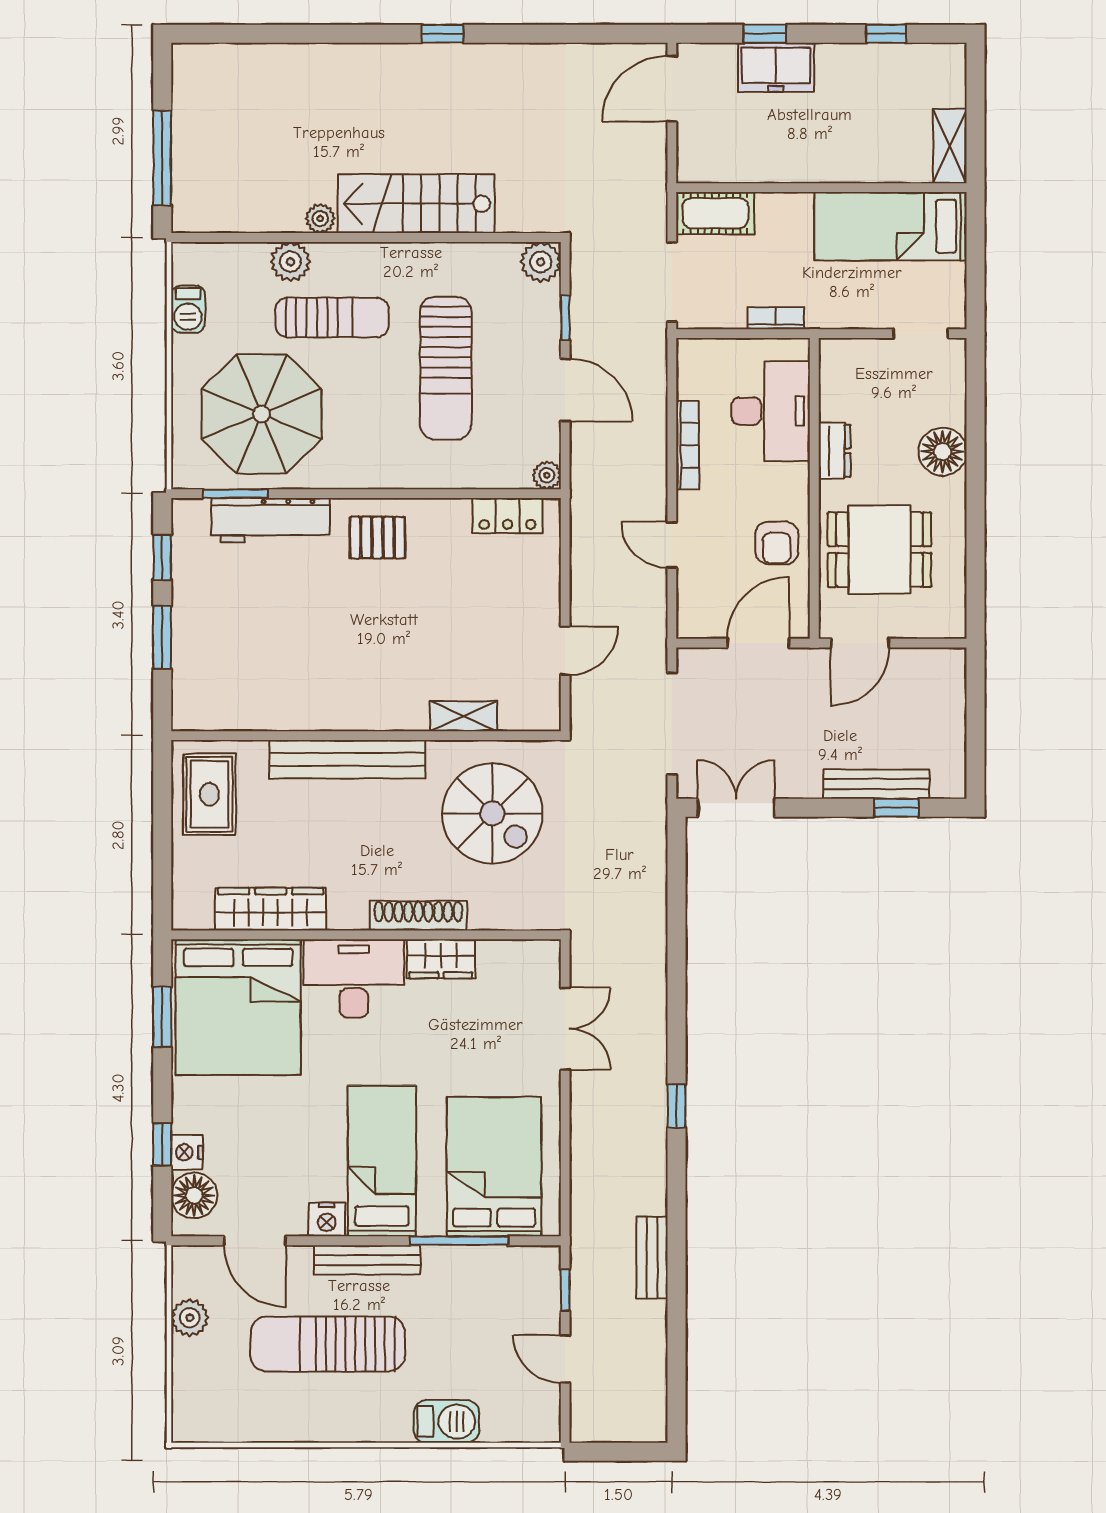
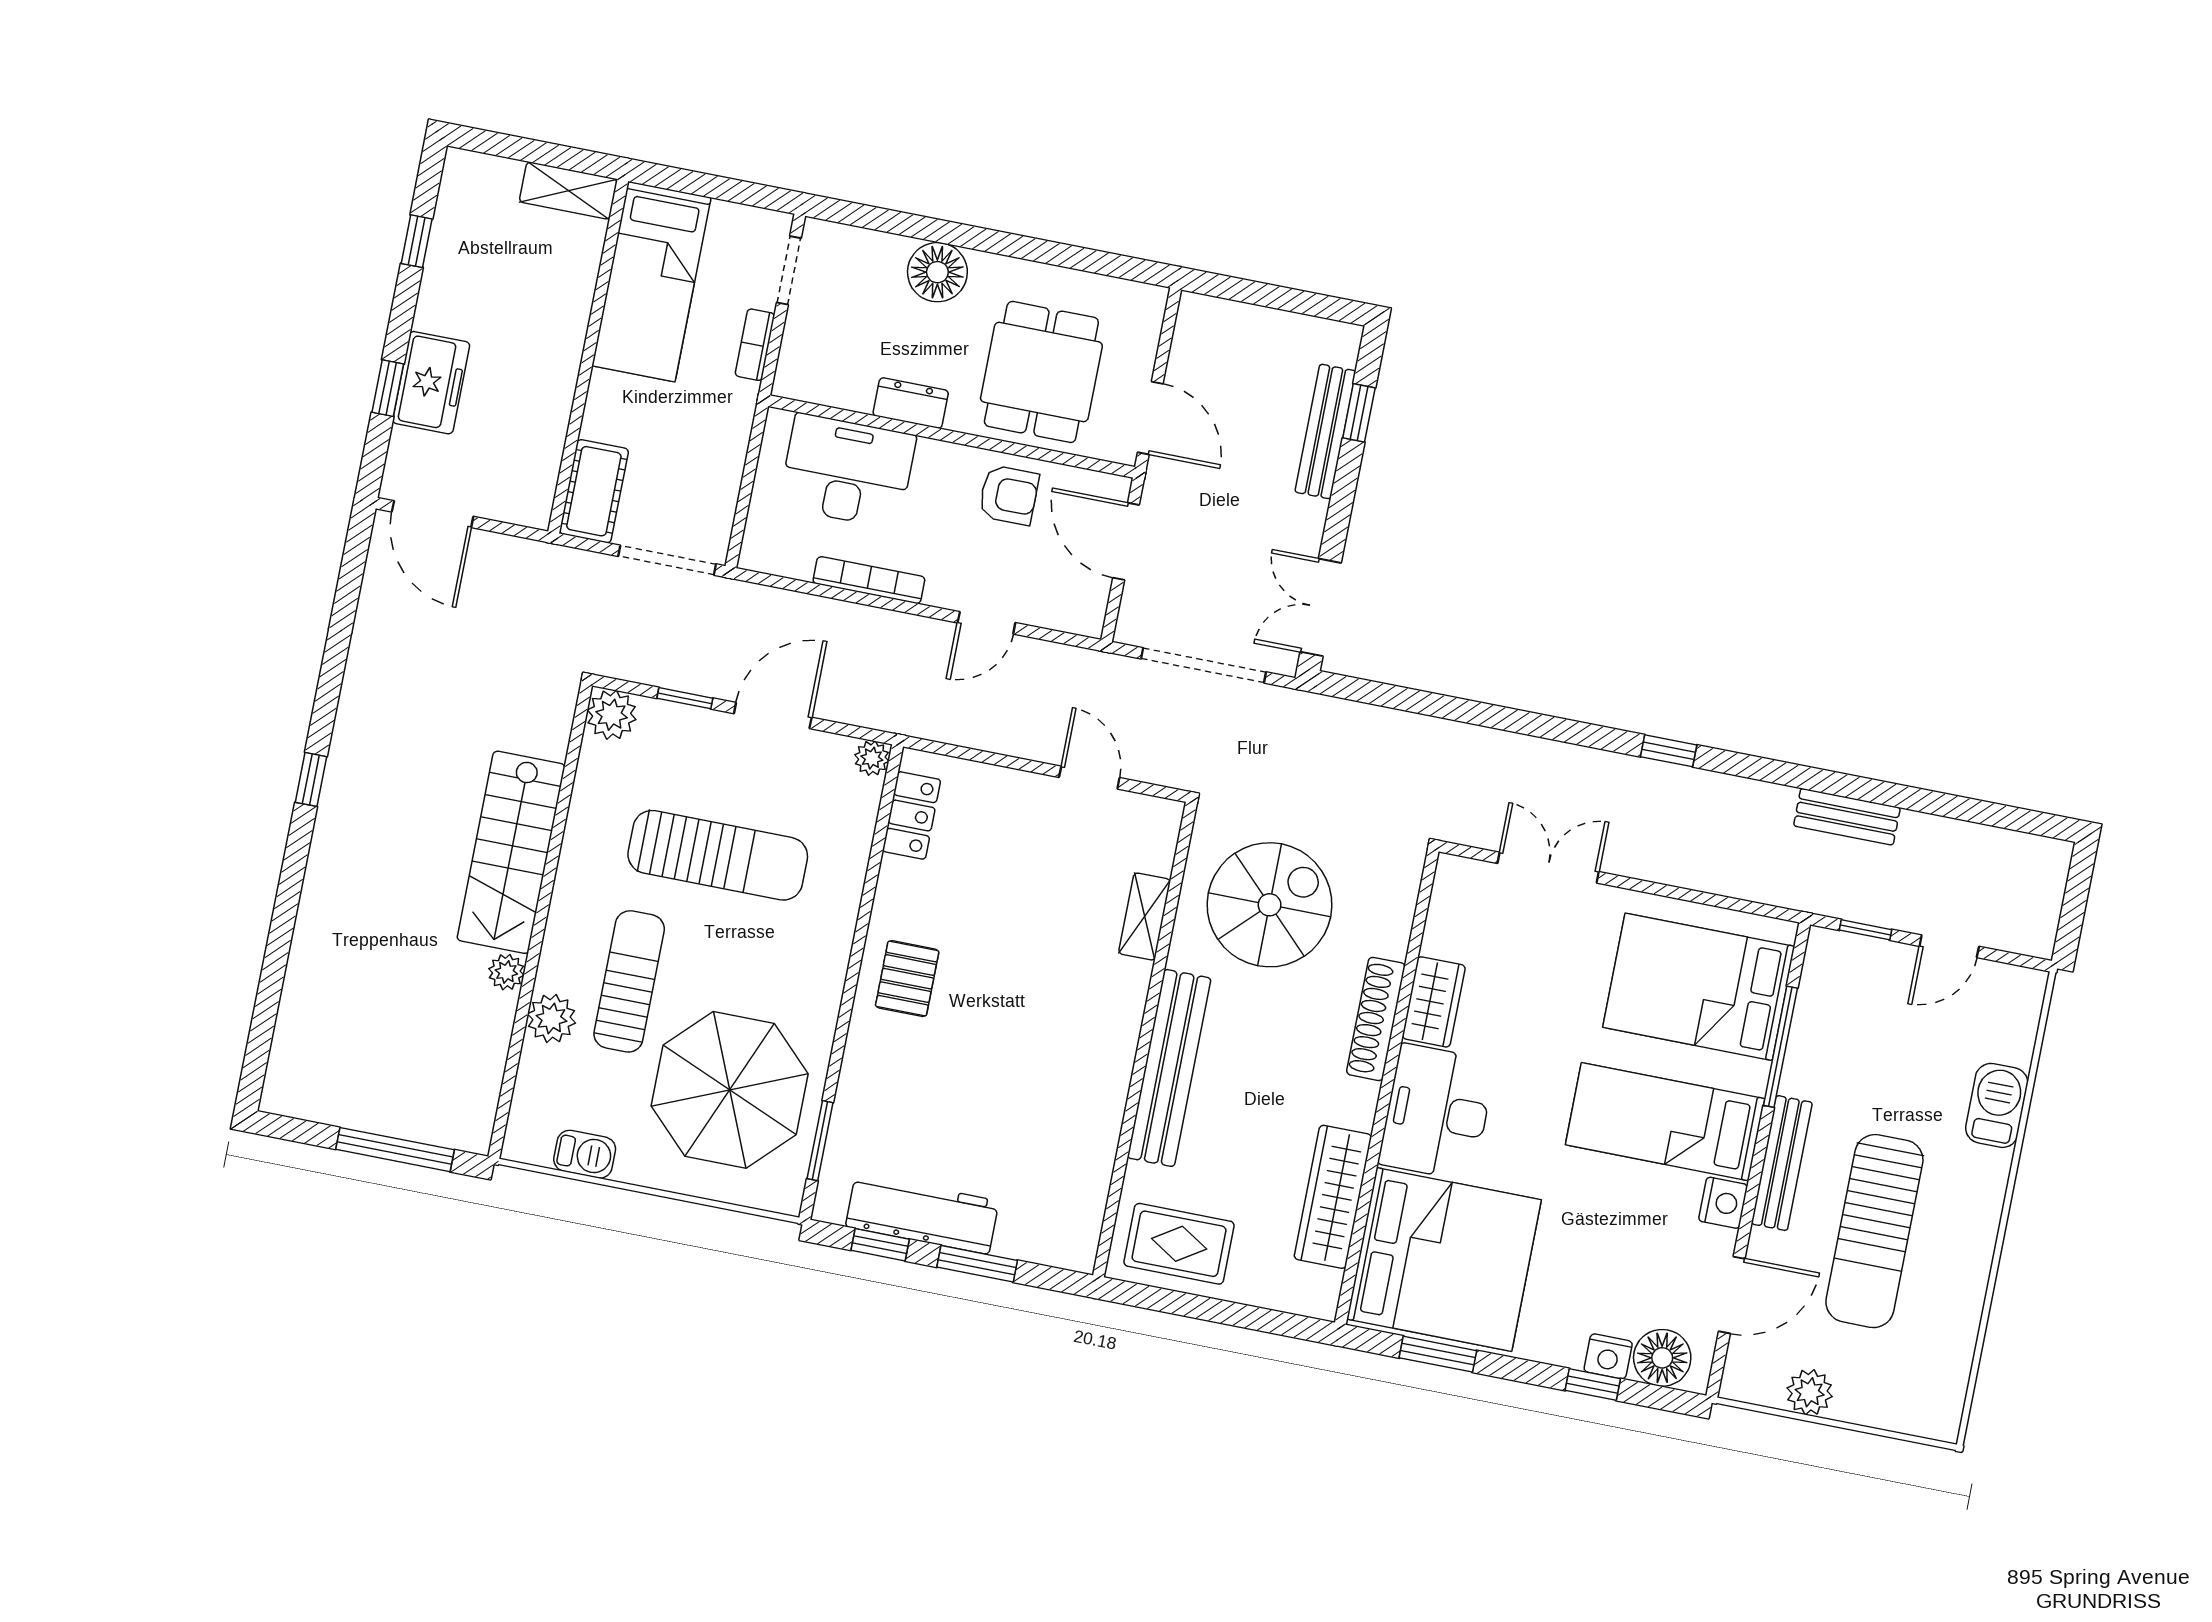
bookcase: (776, 318) -> (755, 345), moved
workbench: (270, 520) -> (922, 1214), moved, turned -90

